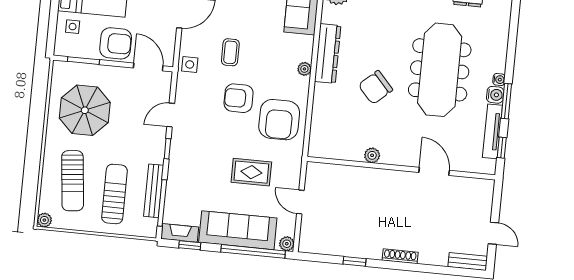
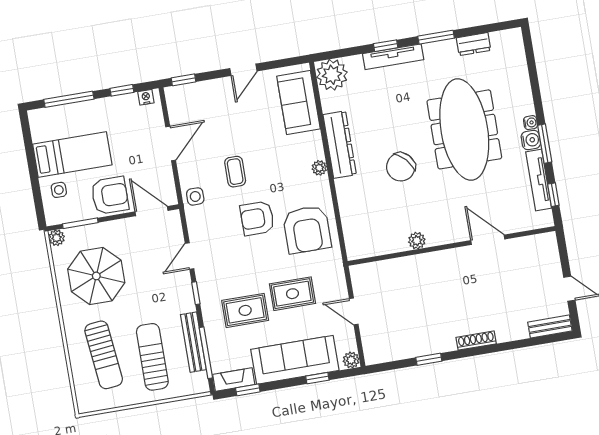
rug: (206, 175) -> (245, 310), added
plant: (44, 220) -> (57, 238), moved
window: (253, 251) -> (317, 378), width x0.32

